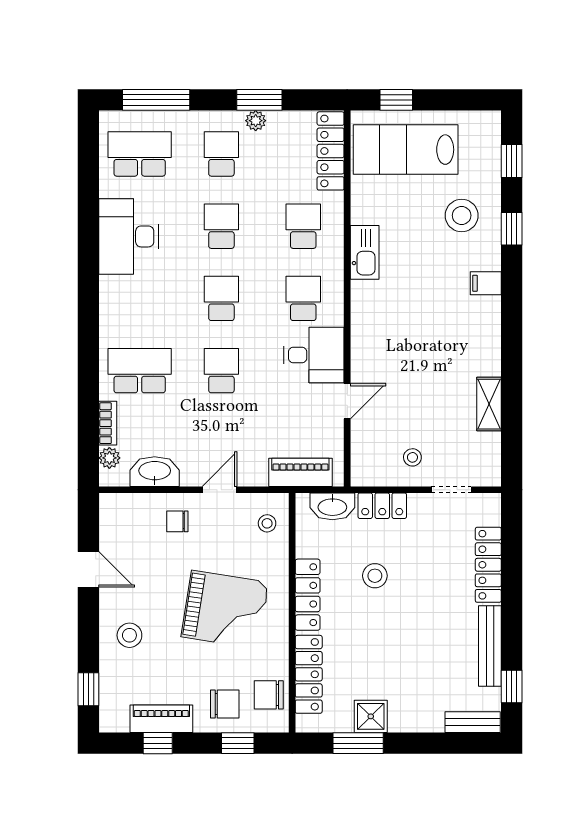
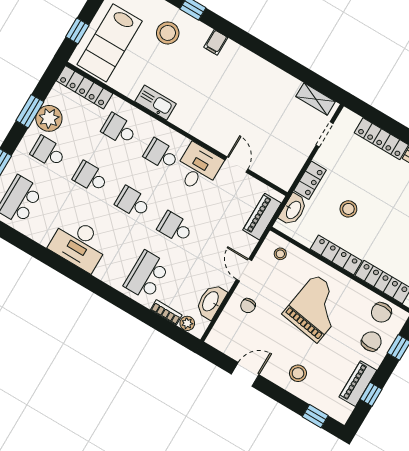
plant: (256, 121) -> (49, 118), width x1.88, depth x1.88
desk: (129, 236) -> (79, 244), moved
shelving: (489, 404) -> (316, 99), moved
stool: (412, 457) -> (292, 146), removed

